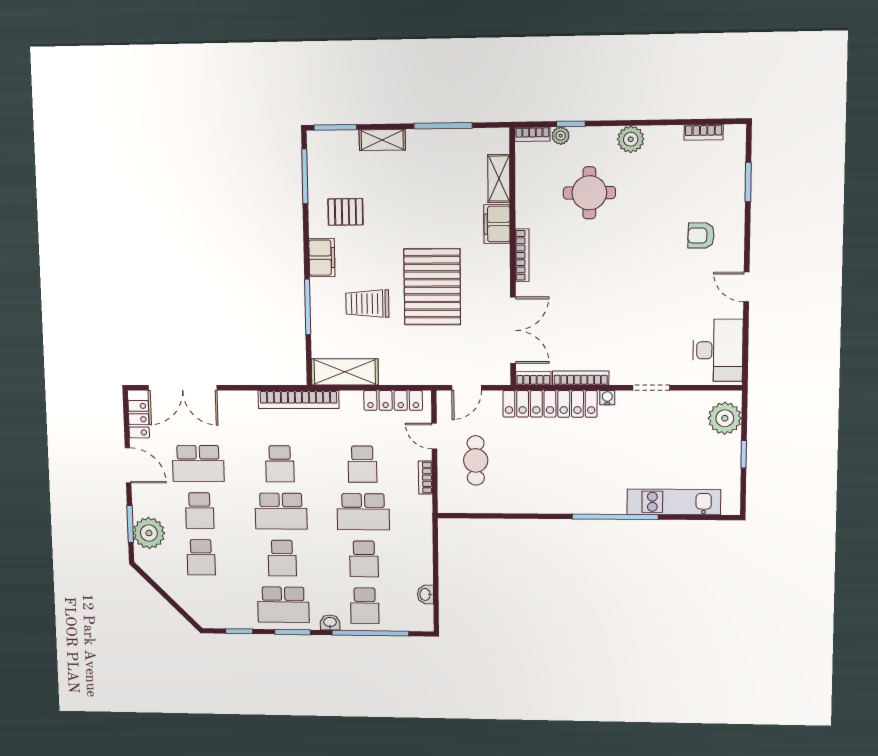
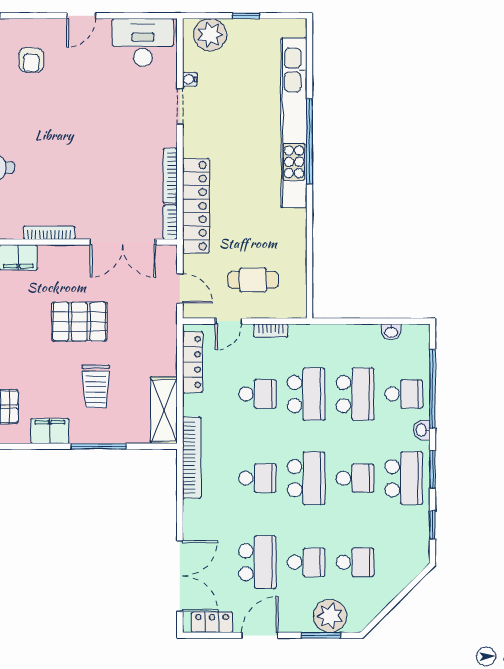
pallet: (432, 287) -> (79, 322), width x0.73, depth x0.71
double door: (513, 330) -> (123, 242), swing flipped
water cooler: (607, 398) -> (190, 79), moved
kitchen unit: (674, 502) -> (294, 123), width x1.86
school desk: (364, 559) -> (355, 394), width x1.85

